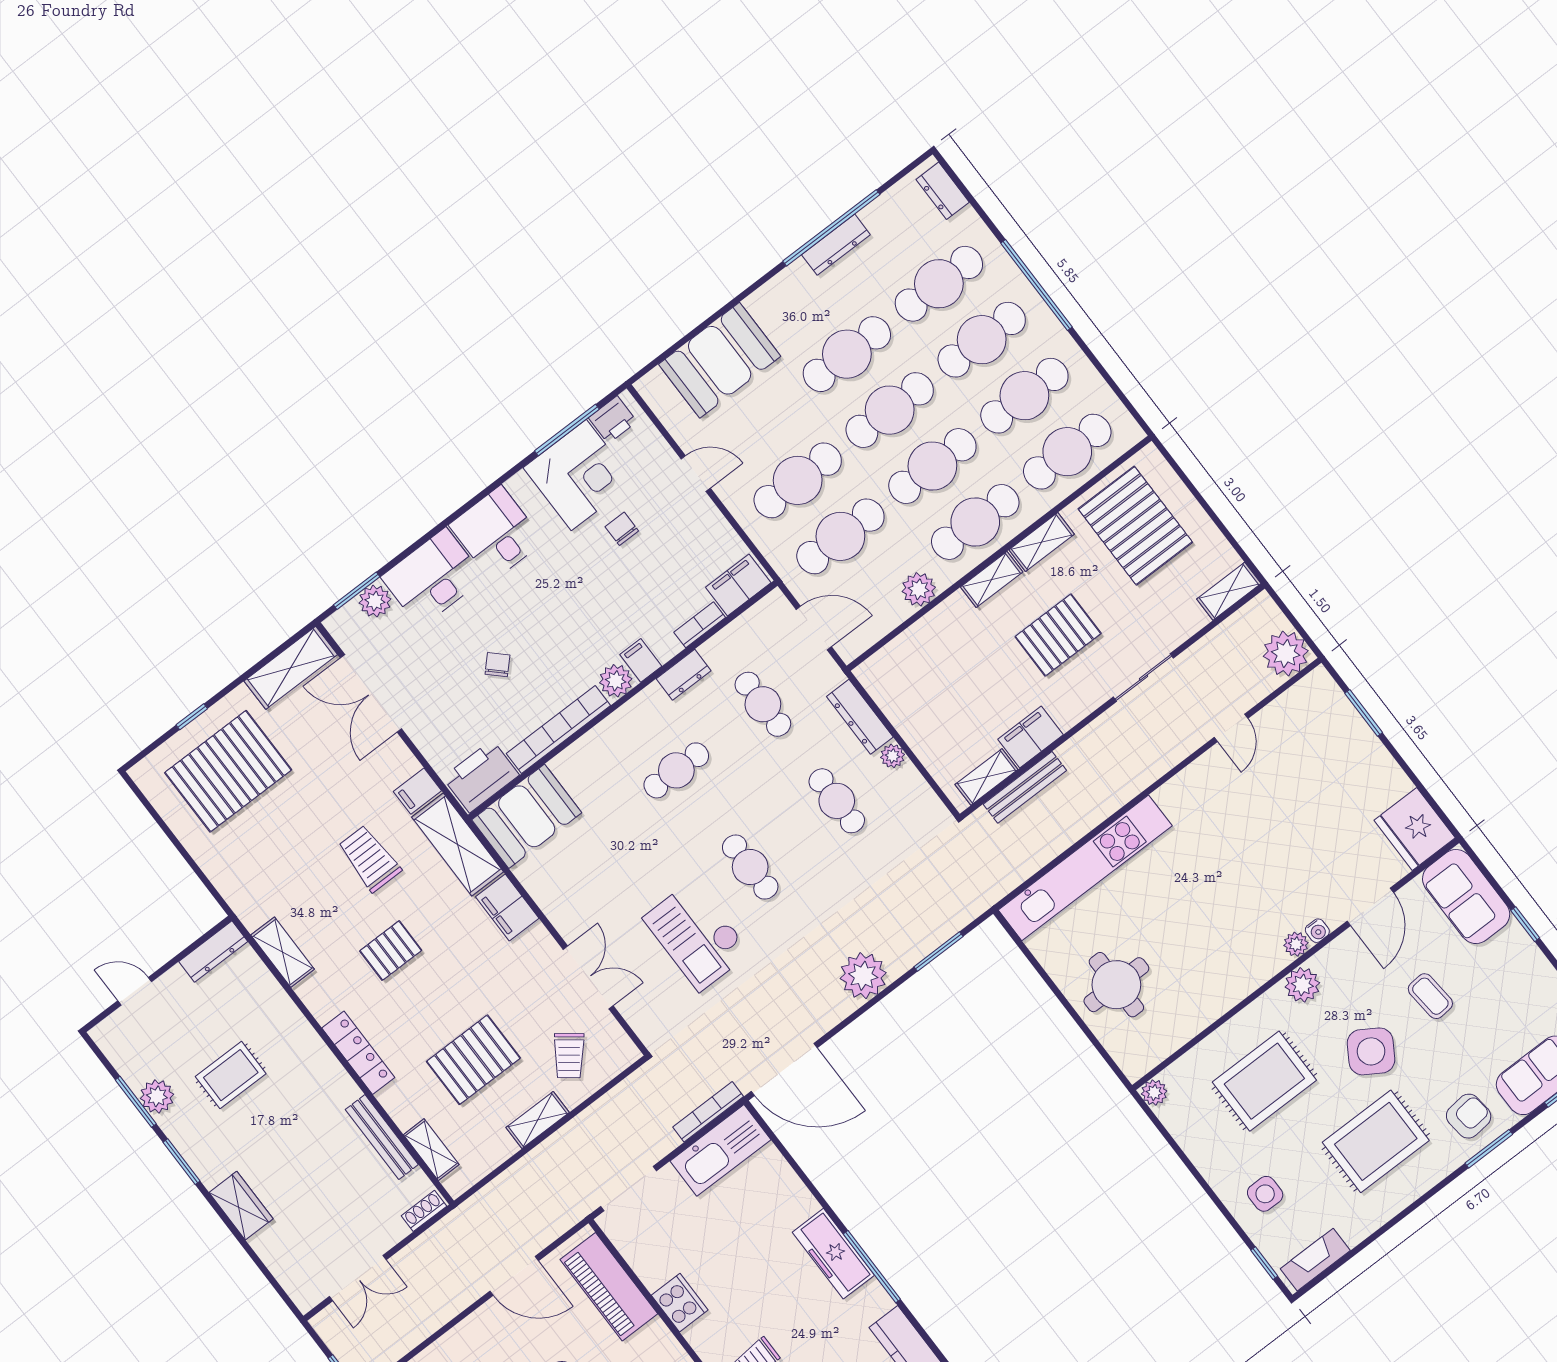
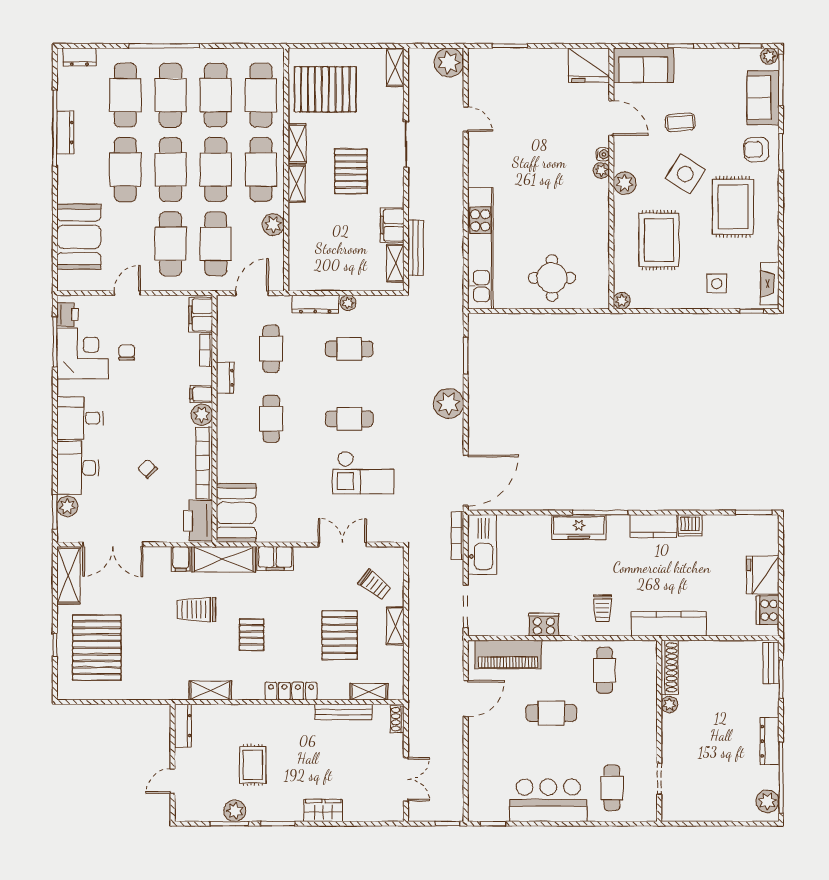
chair: (622, 529) -> (127, 352), turned 90
cafe table: (763, 704) -> (271, 349), turned 90
armchair: (1469, 1116) -> (756, 150), turned -87

